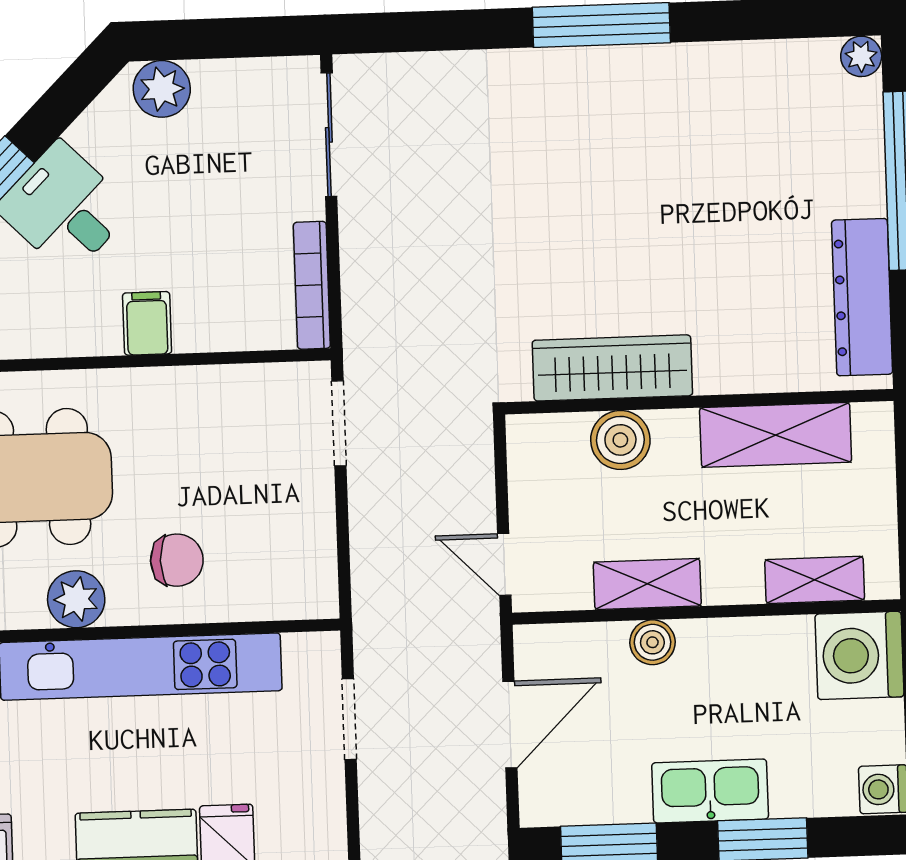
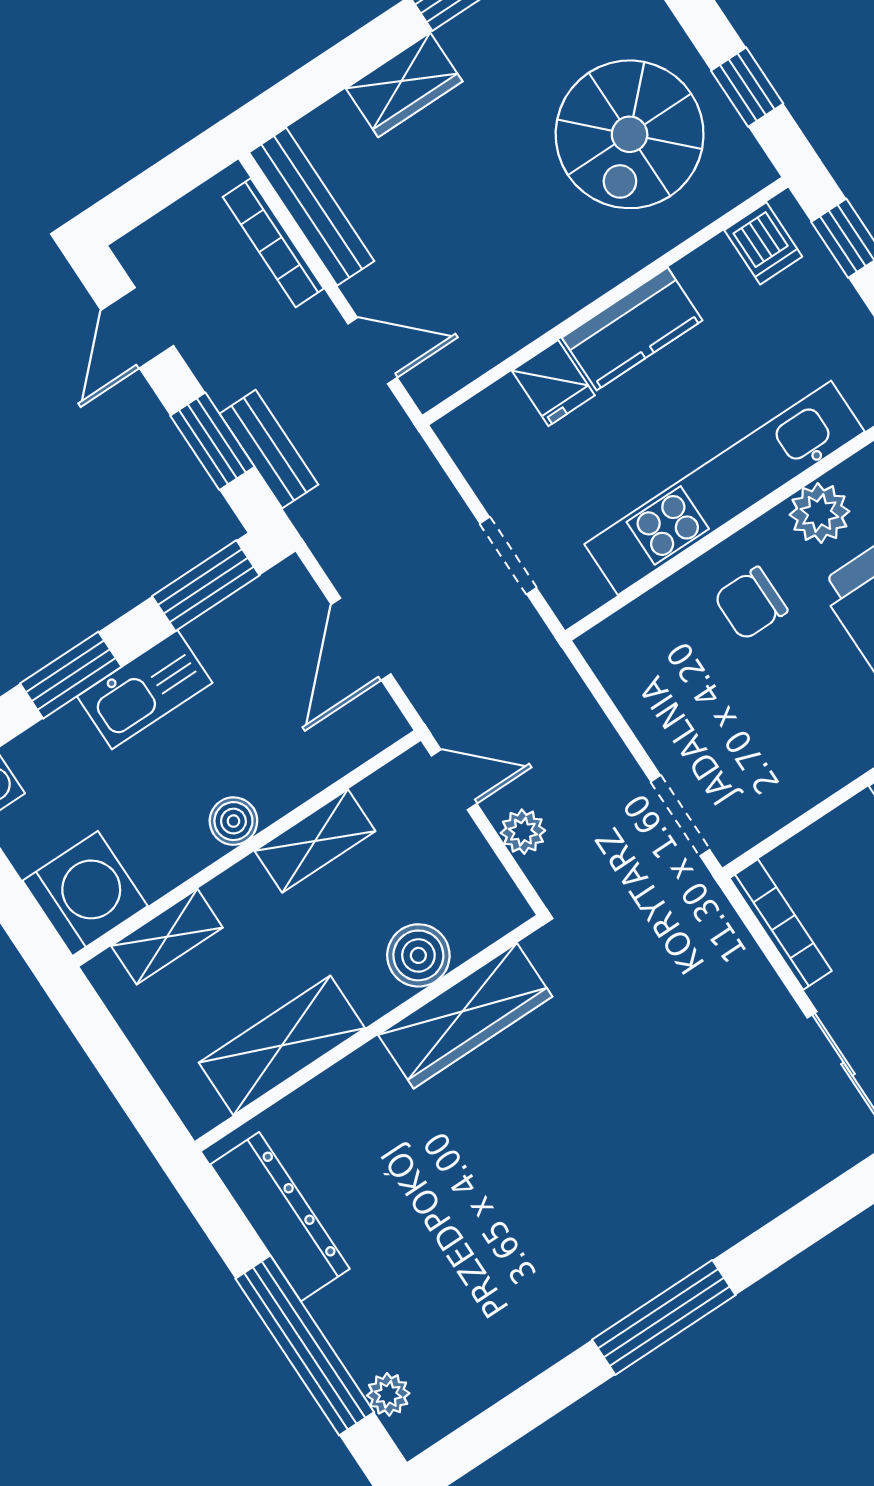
plant: (861, 56) -> (388, 1394), moved
plant: (474, 488) -> (523, 832), added
boiler: (652, 642) -> (233, 821), moved

